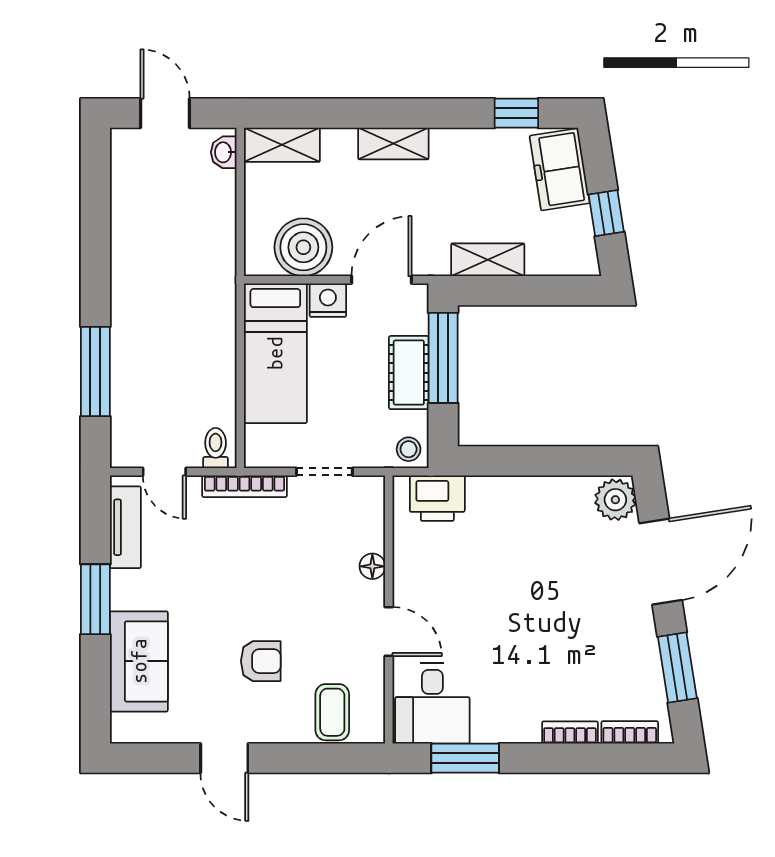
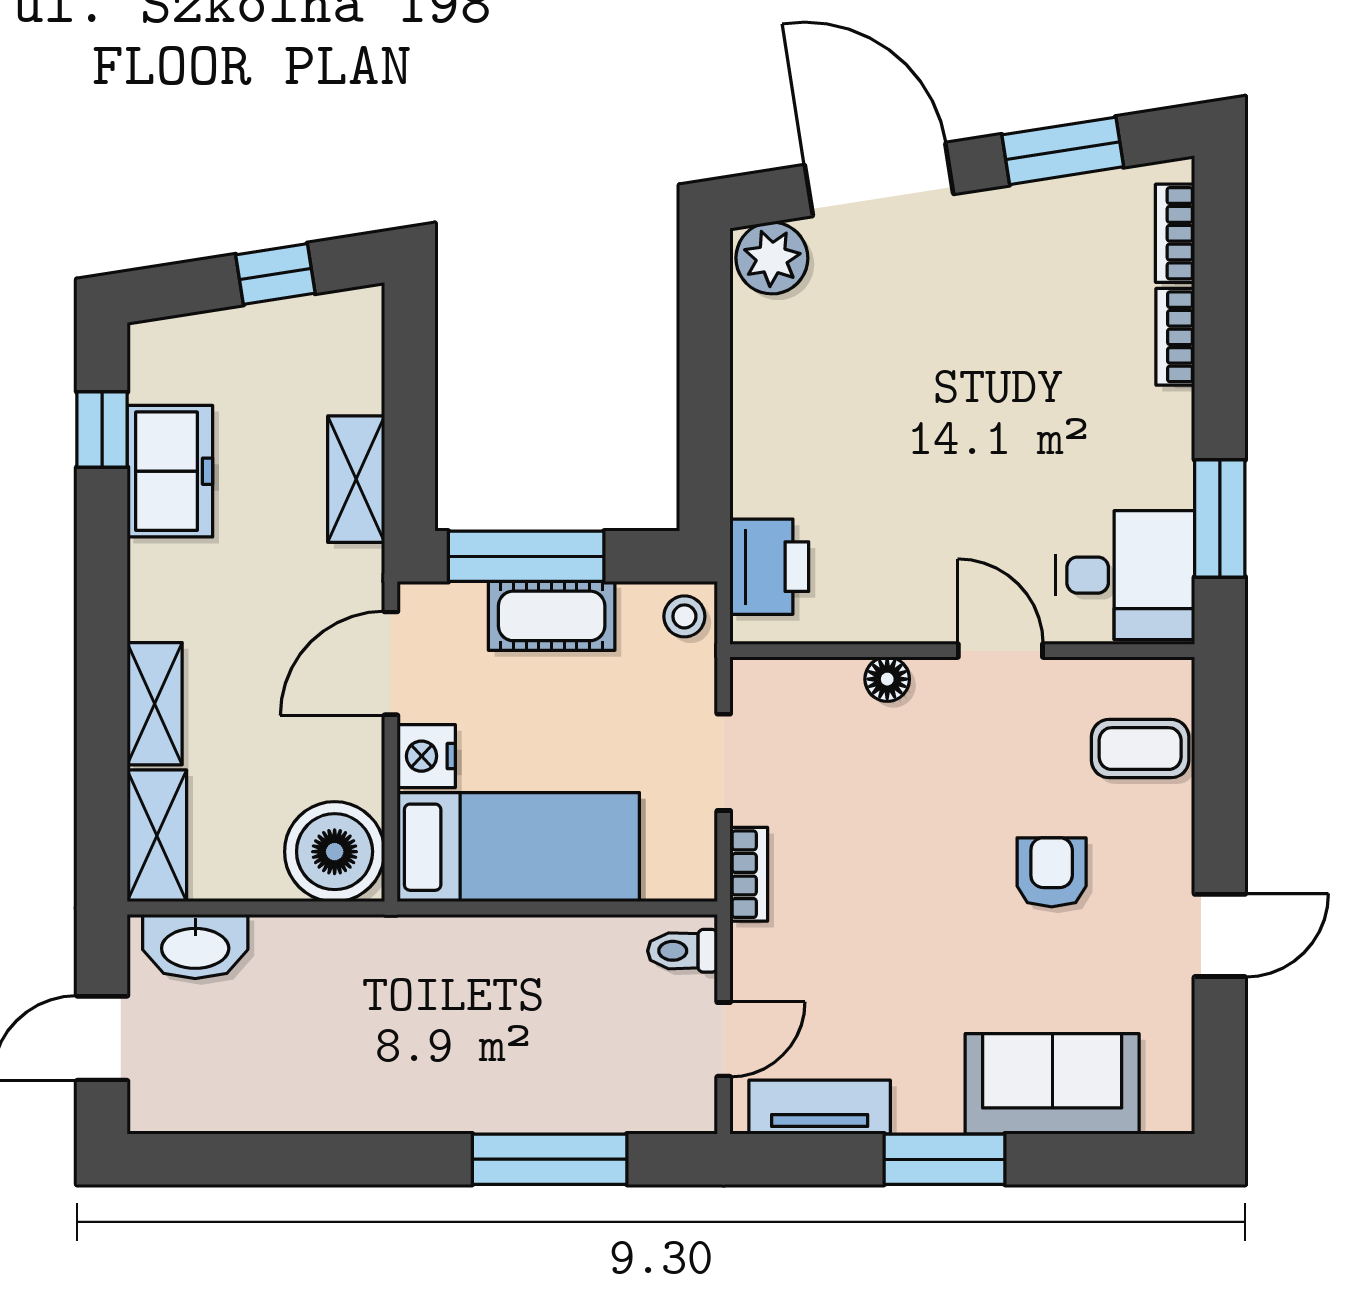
shelving: (393, 143) -> (155, 704), moved
washbasin: (224, 152) -> (195, 946), width x1.91, depth x1.45
freezer: (560, 169) -> (170, 471), moved, turned -81
boiler: (303, 247) -> (335, 852), moved
door: (381, 280) -> (391, 663), hinge flipped
bookcase: (245, 486) -> (749, 874), width x0.64
door: (389, 632) -> (1000, 651), hinge flipped

